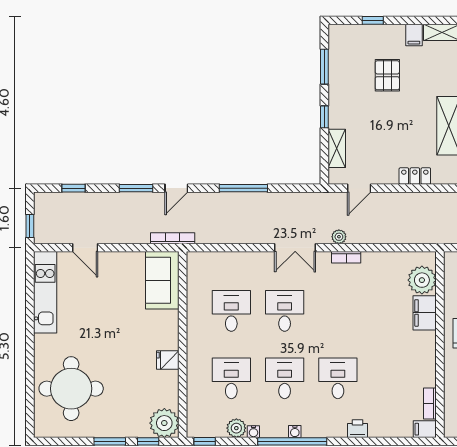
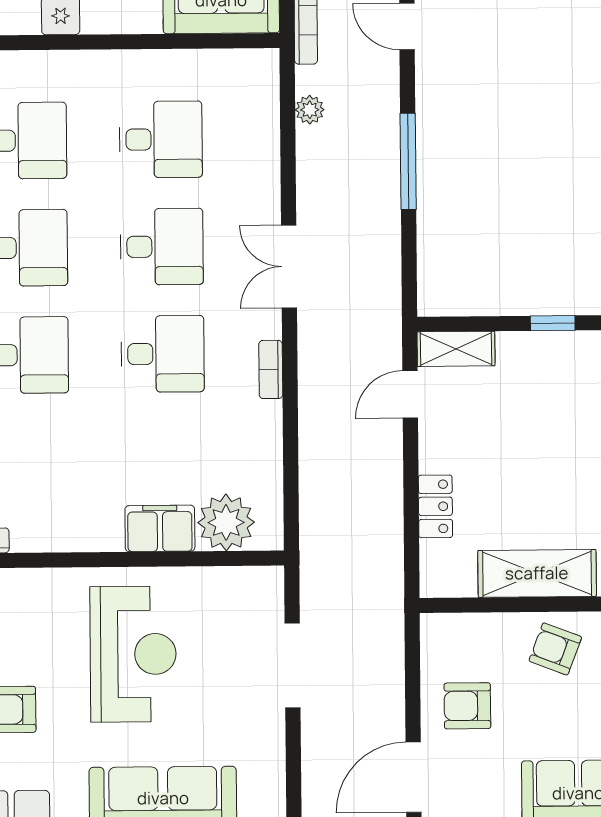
shelving: (337, 148) -> (456, 349), moved
door: (359, 188) -> (410, 394), hinge flipped
plant: (339, 237) -> (310, 110), moved
desk: (338, 311) -> (163, 354), added

